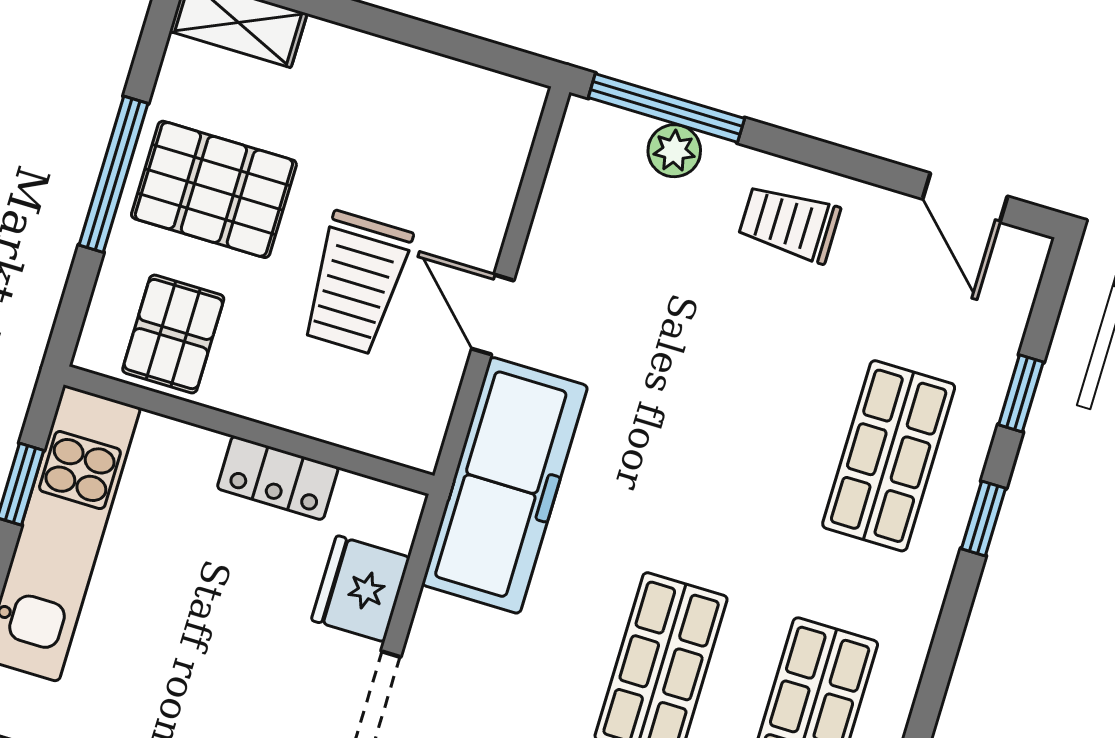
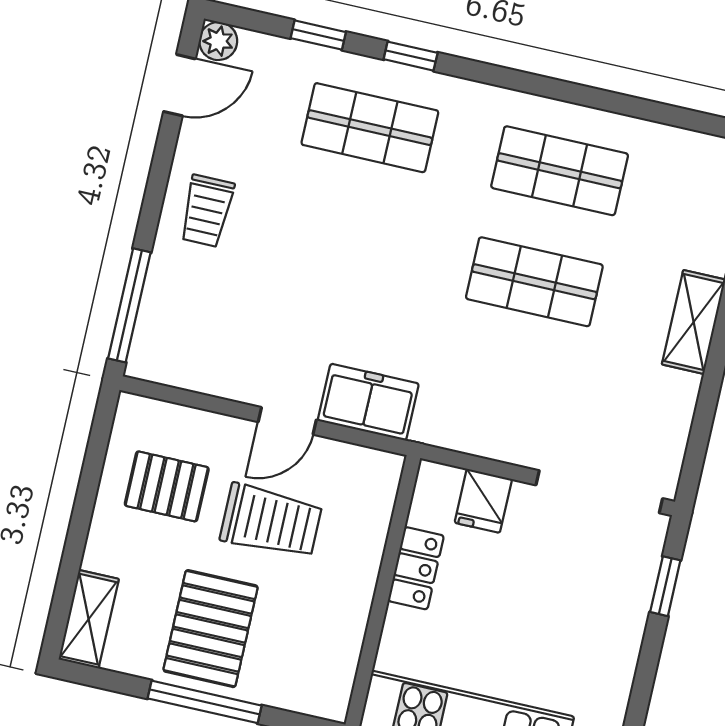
plant: (674, 151) -> (218, 41), moved
pallet: (173, 334) -> (167, 486), moved
freezer: (505, 485) -> (368, 402), width x0.52, depth x0.79
fridge: (361, 589) -> (483, 501), width x0.72

